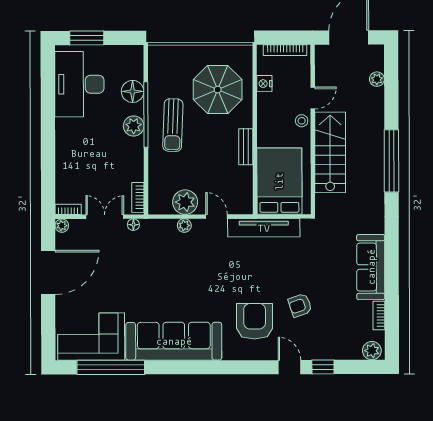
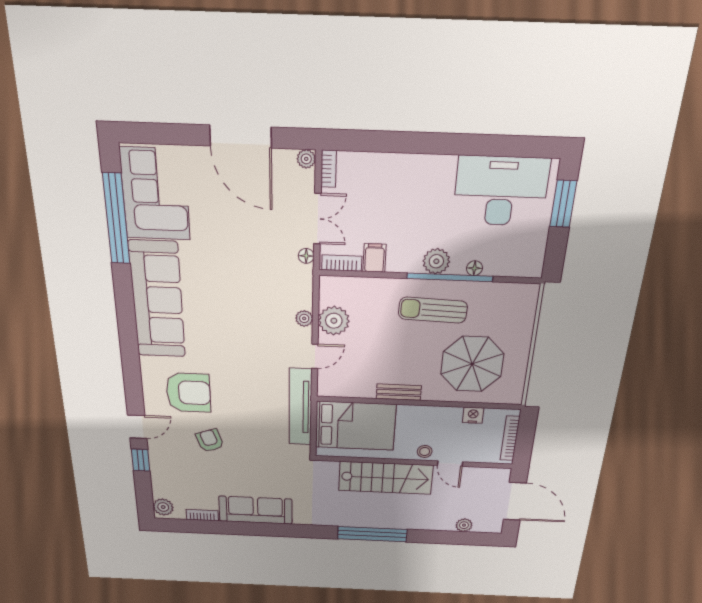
floor lamp: (133, 91) -> (474, 268), width x0.53, depth x0.53
filing cabinet: (133, 173) -> (375, 258), added

